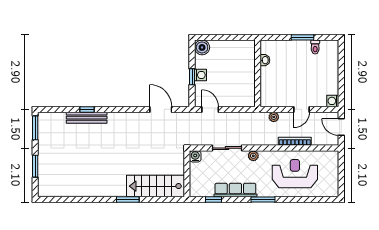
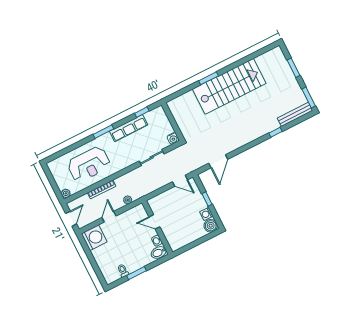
bidet: (269, 47) -> (159, 252), added
washing machine: (200, 75) -> (206, 214), moved
door: (258, 81) -> (154, 222), added
washing machine: (333, 101) -> (94, 238), width x1.89, depth x1.89
door: (161, 109) -> (218, 161), hinge flipped
bench: (87, 118) -> (295, 114), moved
door: (341, 127) -> (71, 219), hinge flipped
plant: (253, 156) -> (66, 193), moved
stairs: (156, 186) -> (229, 86), moved, width x1.36, depth x1.51

